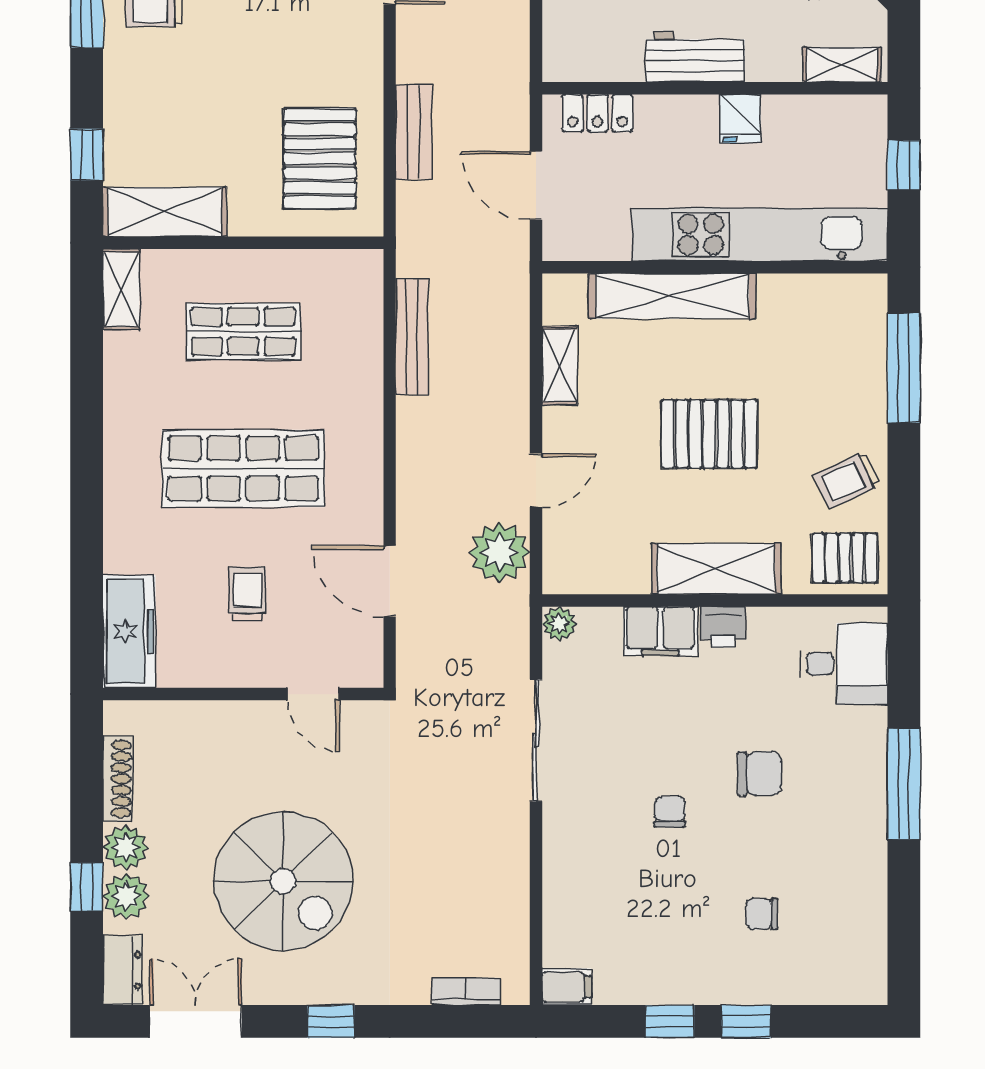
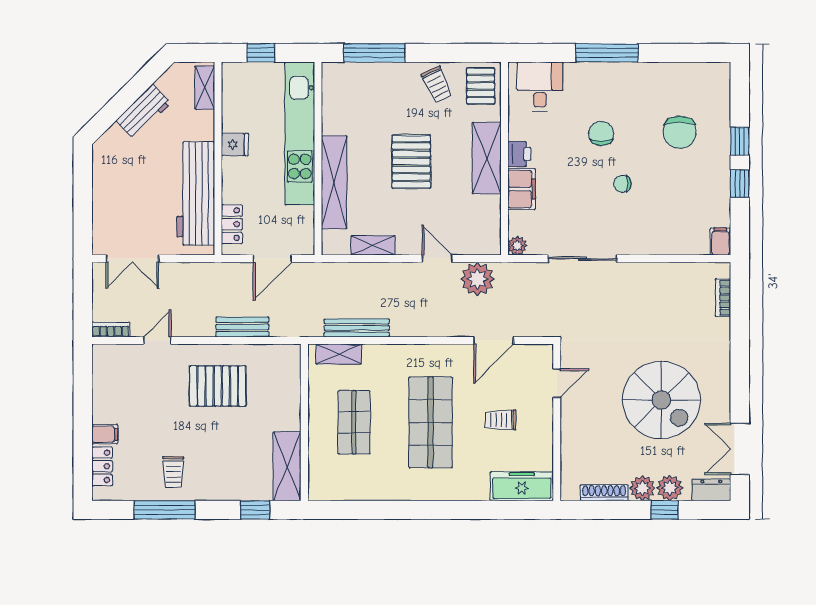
workbench: (695, 57) -> (196, 194), width x1.88, depth x1.32
pallet: (320, 159) -> (218, 386), moved
shelving: (121, 289) -> (339, 354), moved
spiral stairs: (283, 881) -> (661, 400), turned 90
chair: (762, 914) -> (680, 132), width x1.87, depth x1.87
window: (331, 1021) -> (740, 373), removed

